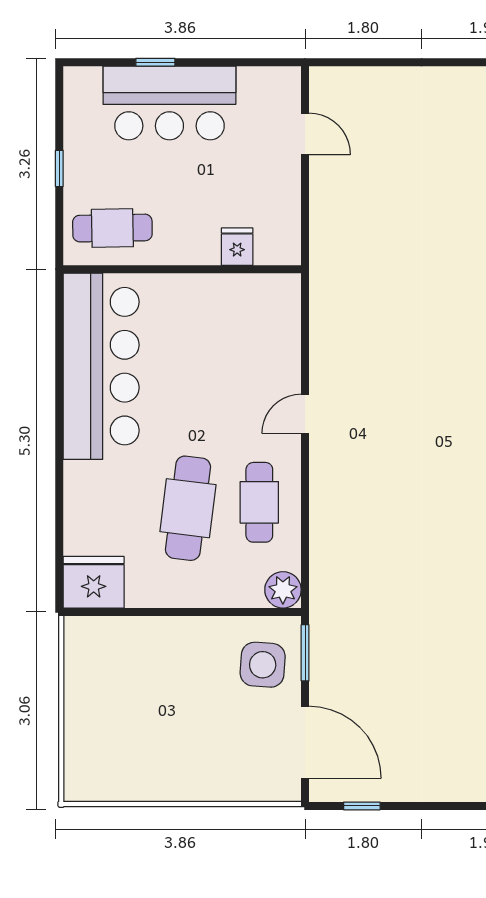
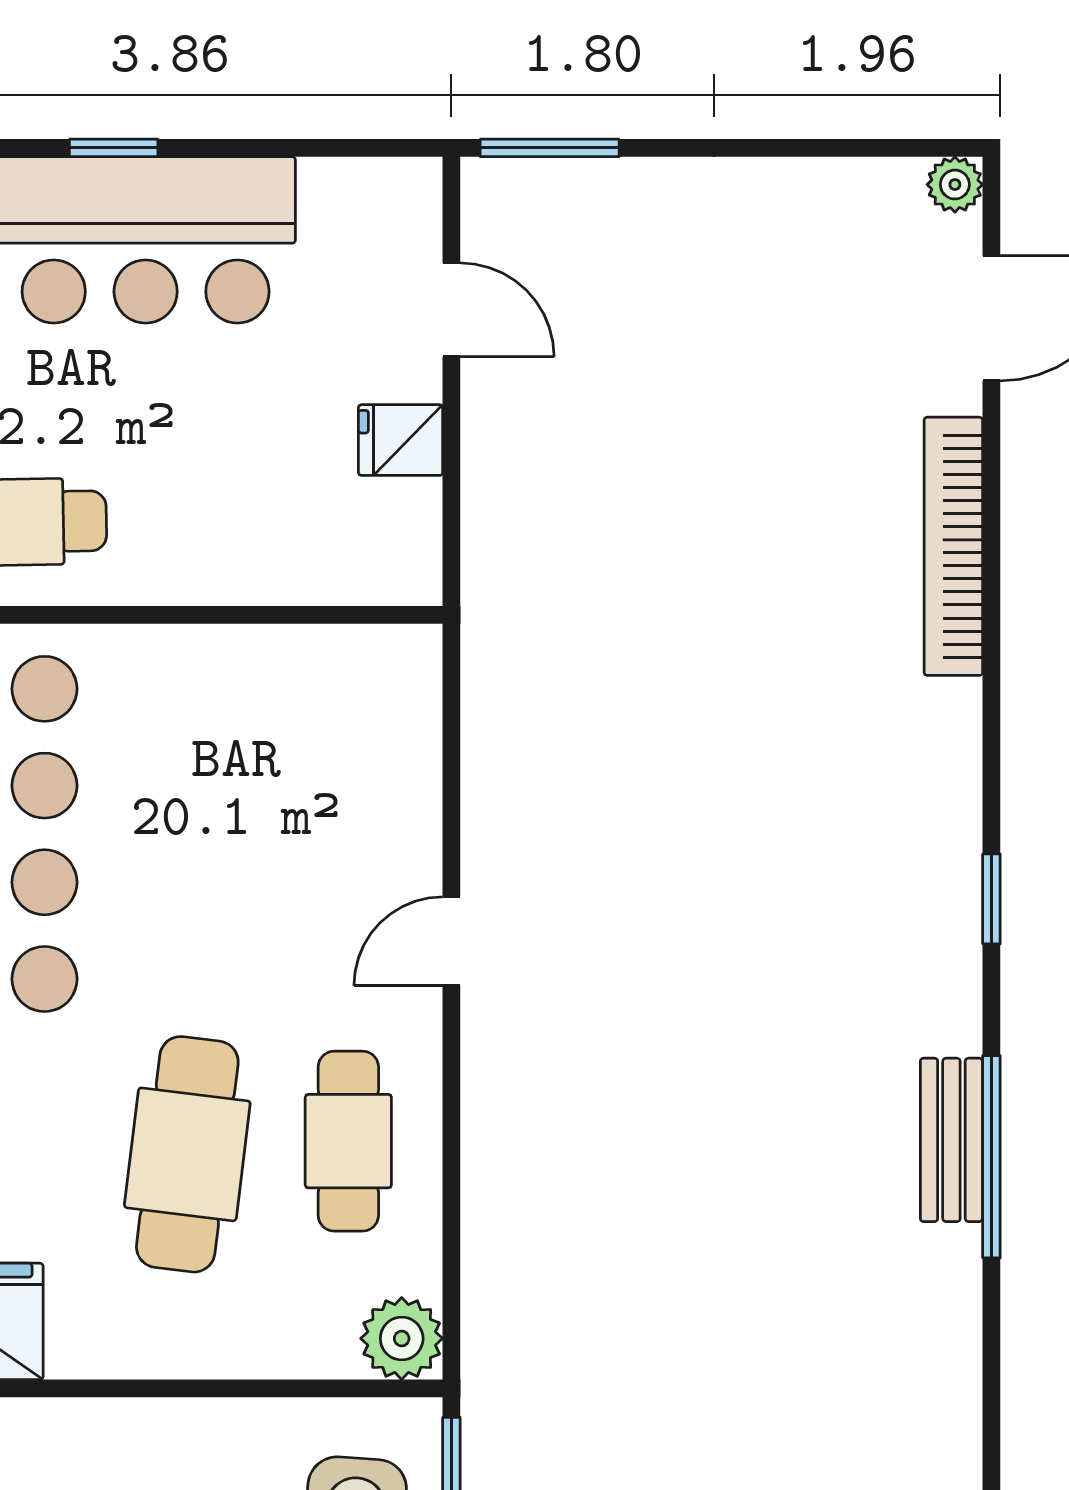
window: (349, 62) -> (550, 148), added
fridge: (237, 247) -> (401, 440), moved, turned -90

